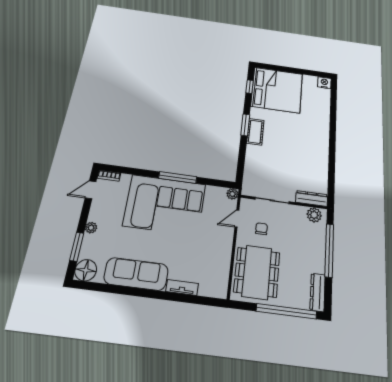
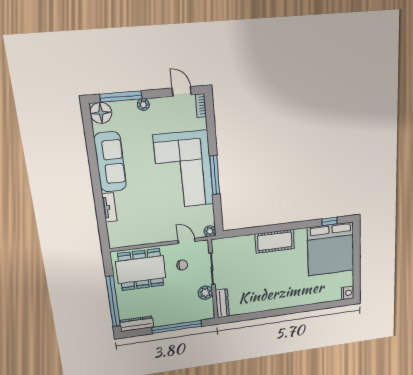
window: (245, 125) -> (286, 227), removed
cot: (255, 132) -> (275, 241), width x1.37, depth x1.34
plant: (314, 215) -> (205, 293), moved
window: (77, 247) -> (121, 97), width x1.44

